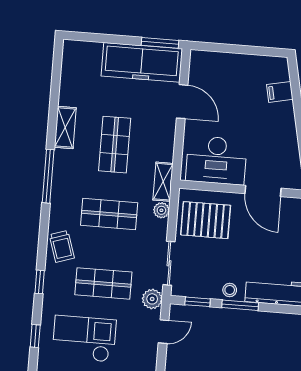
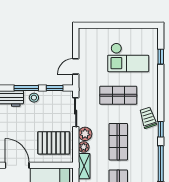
shop shelf: (109, 214) -> (118, 142), turned 90
window: (40, 282) -> (161, 129), moved
plant: (152, 299) -> (85, 134), moved

